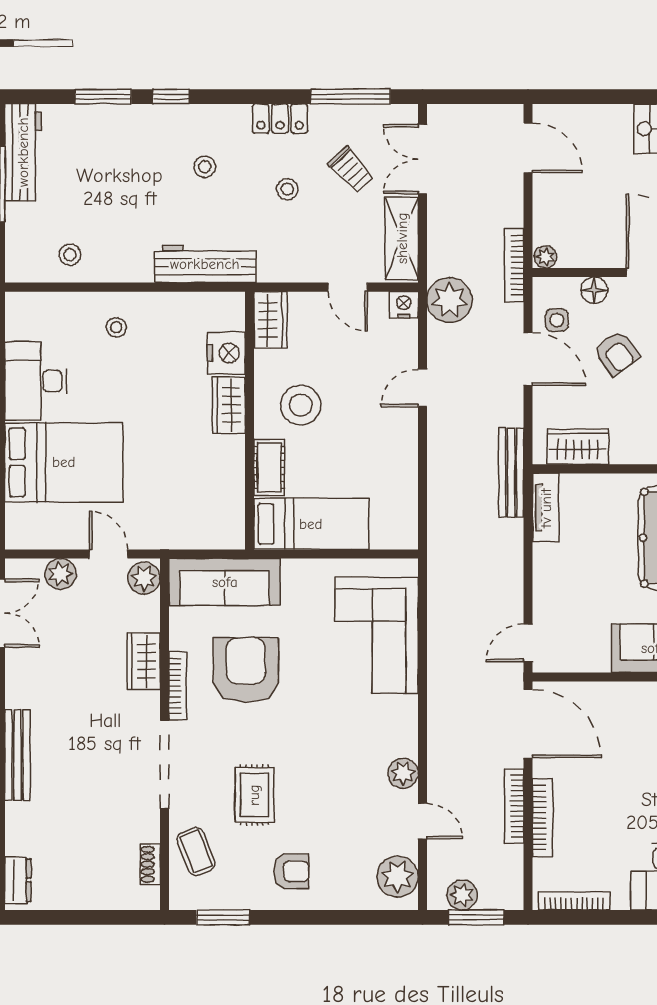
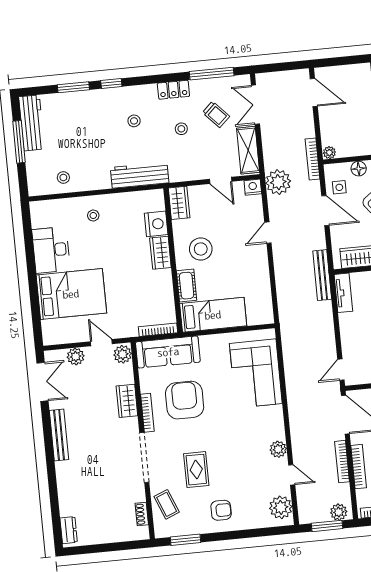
bookcase: (211, 541) -> (158, 330), added
bench: (17, 755) -> (59, 435), moved
plant: (462, 895) -> (339, 512), moved

